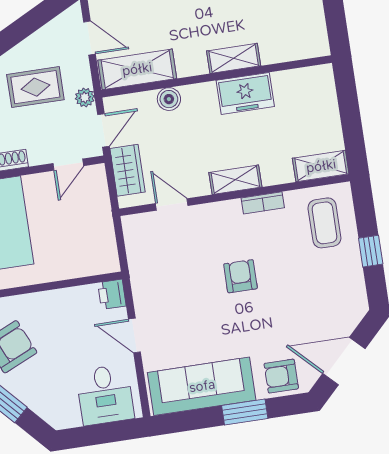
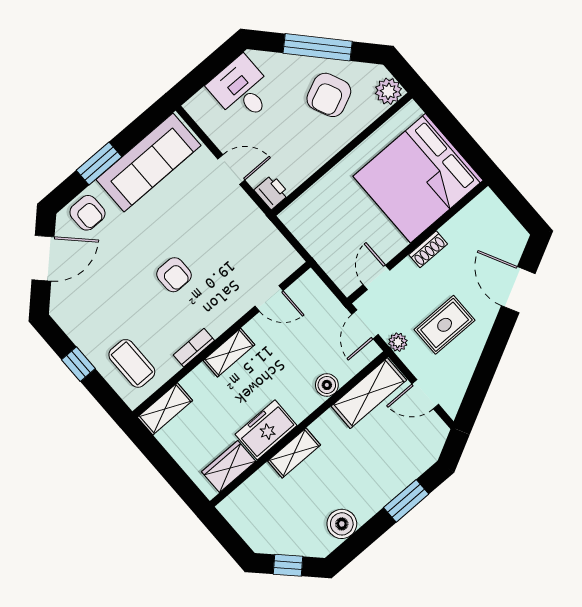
wardrobe: (128, 170) -> (229, 466), moved, turned 90
armchair: (281, 376) -> (87, 213), turned 90
desk: (105, 395) -> (242, 90), moved

